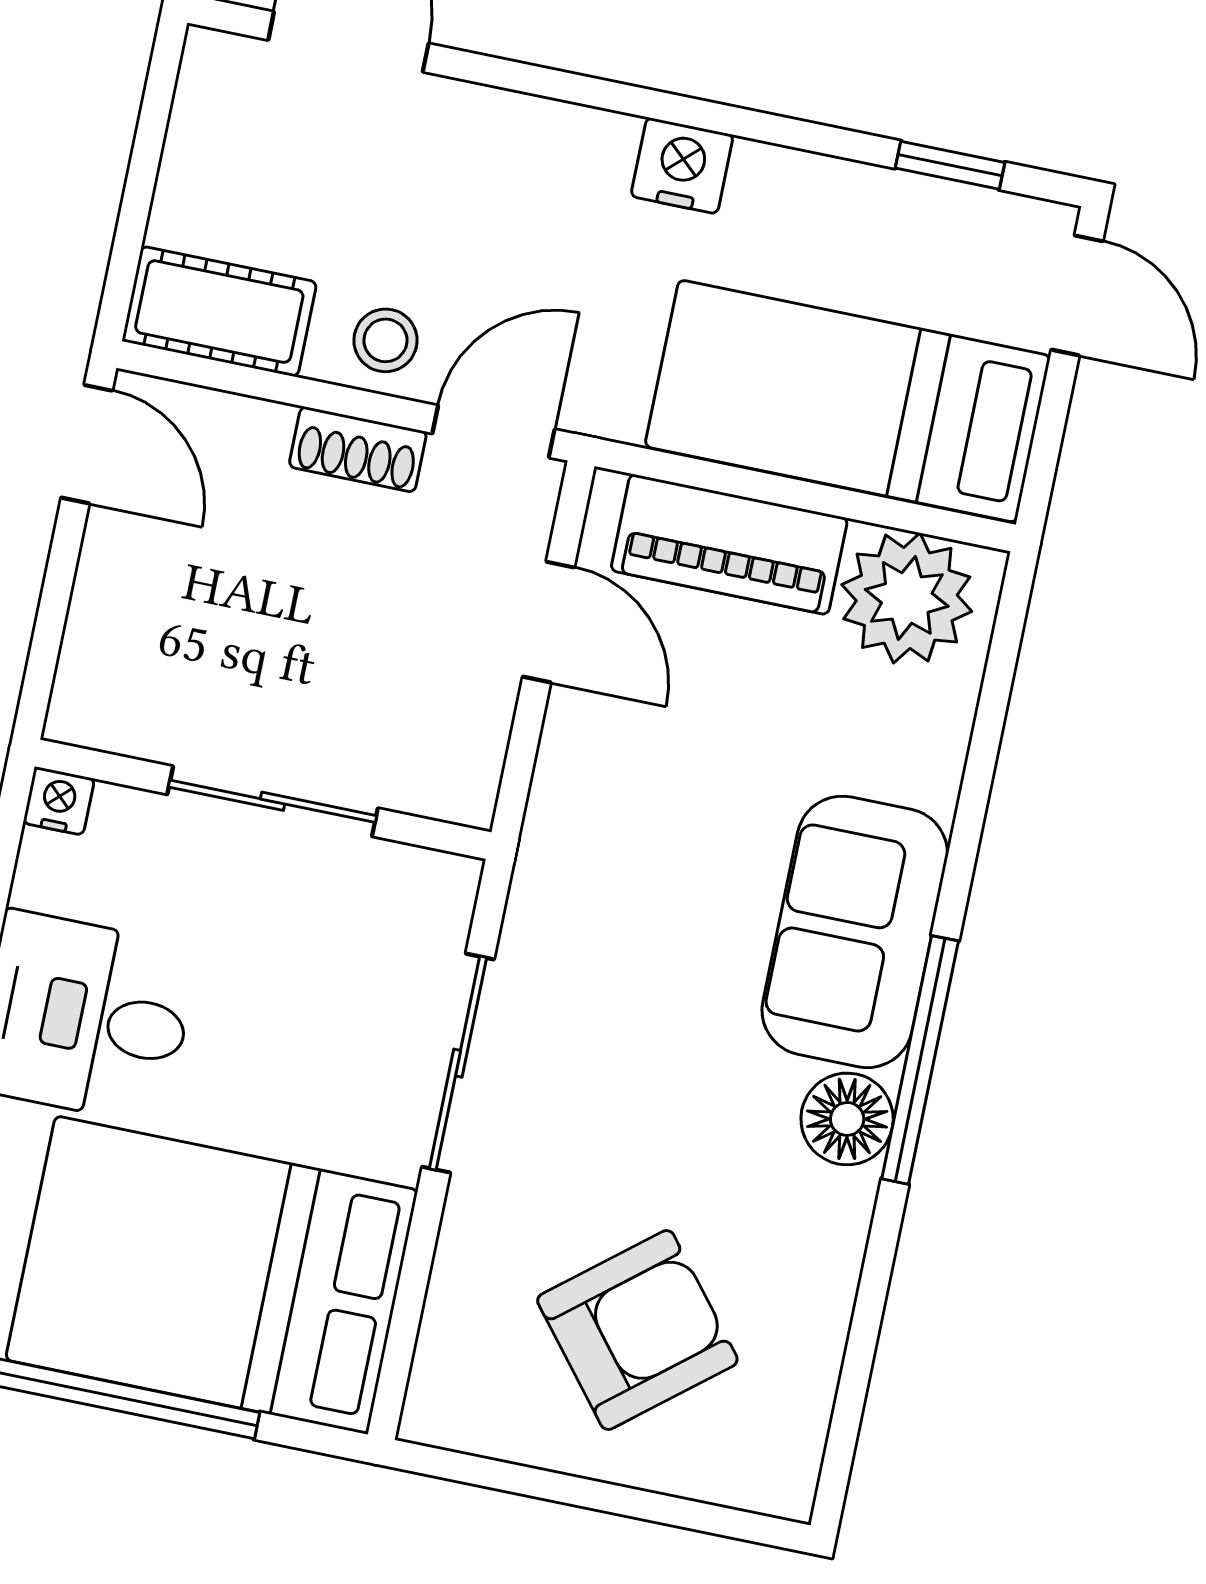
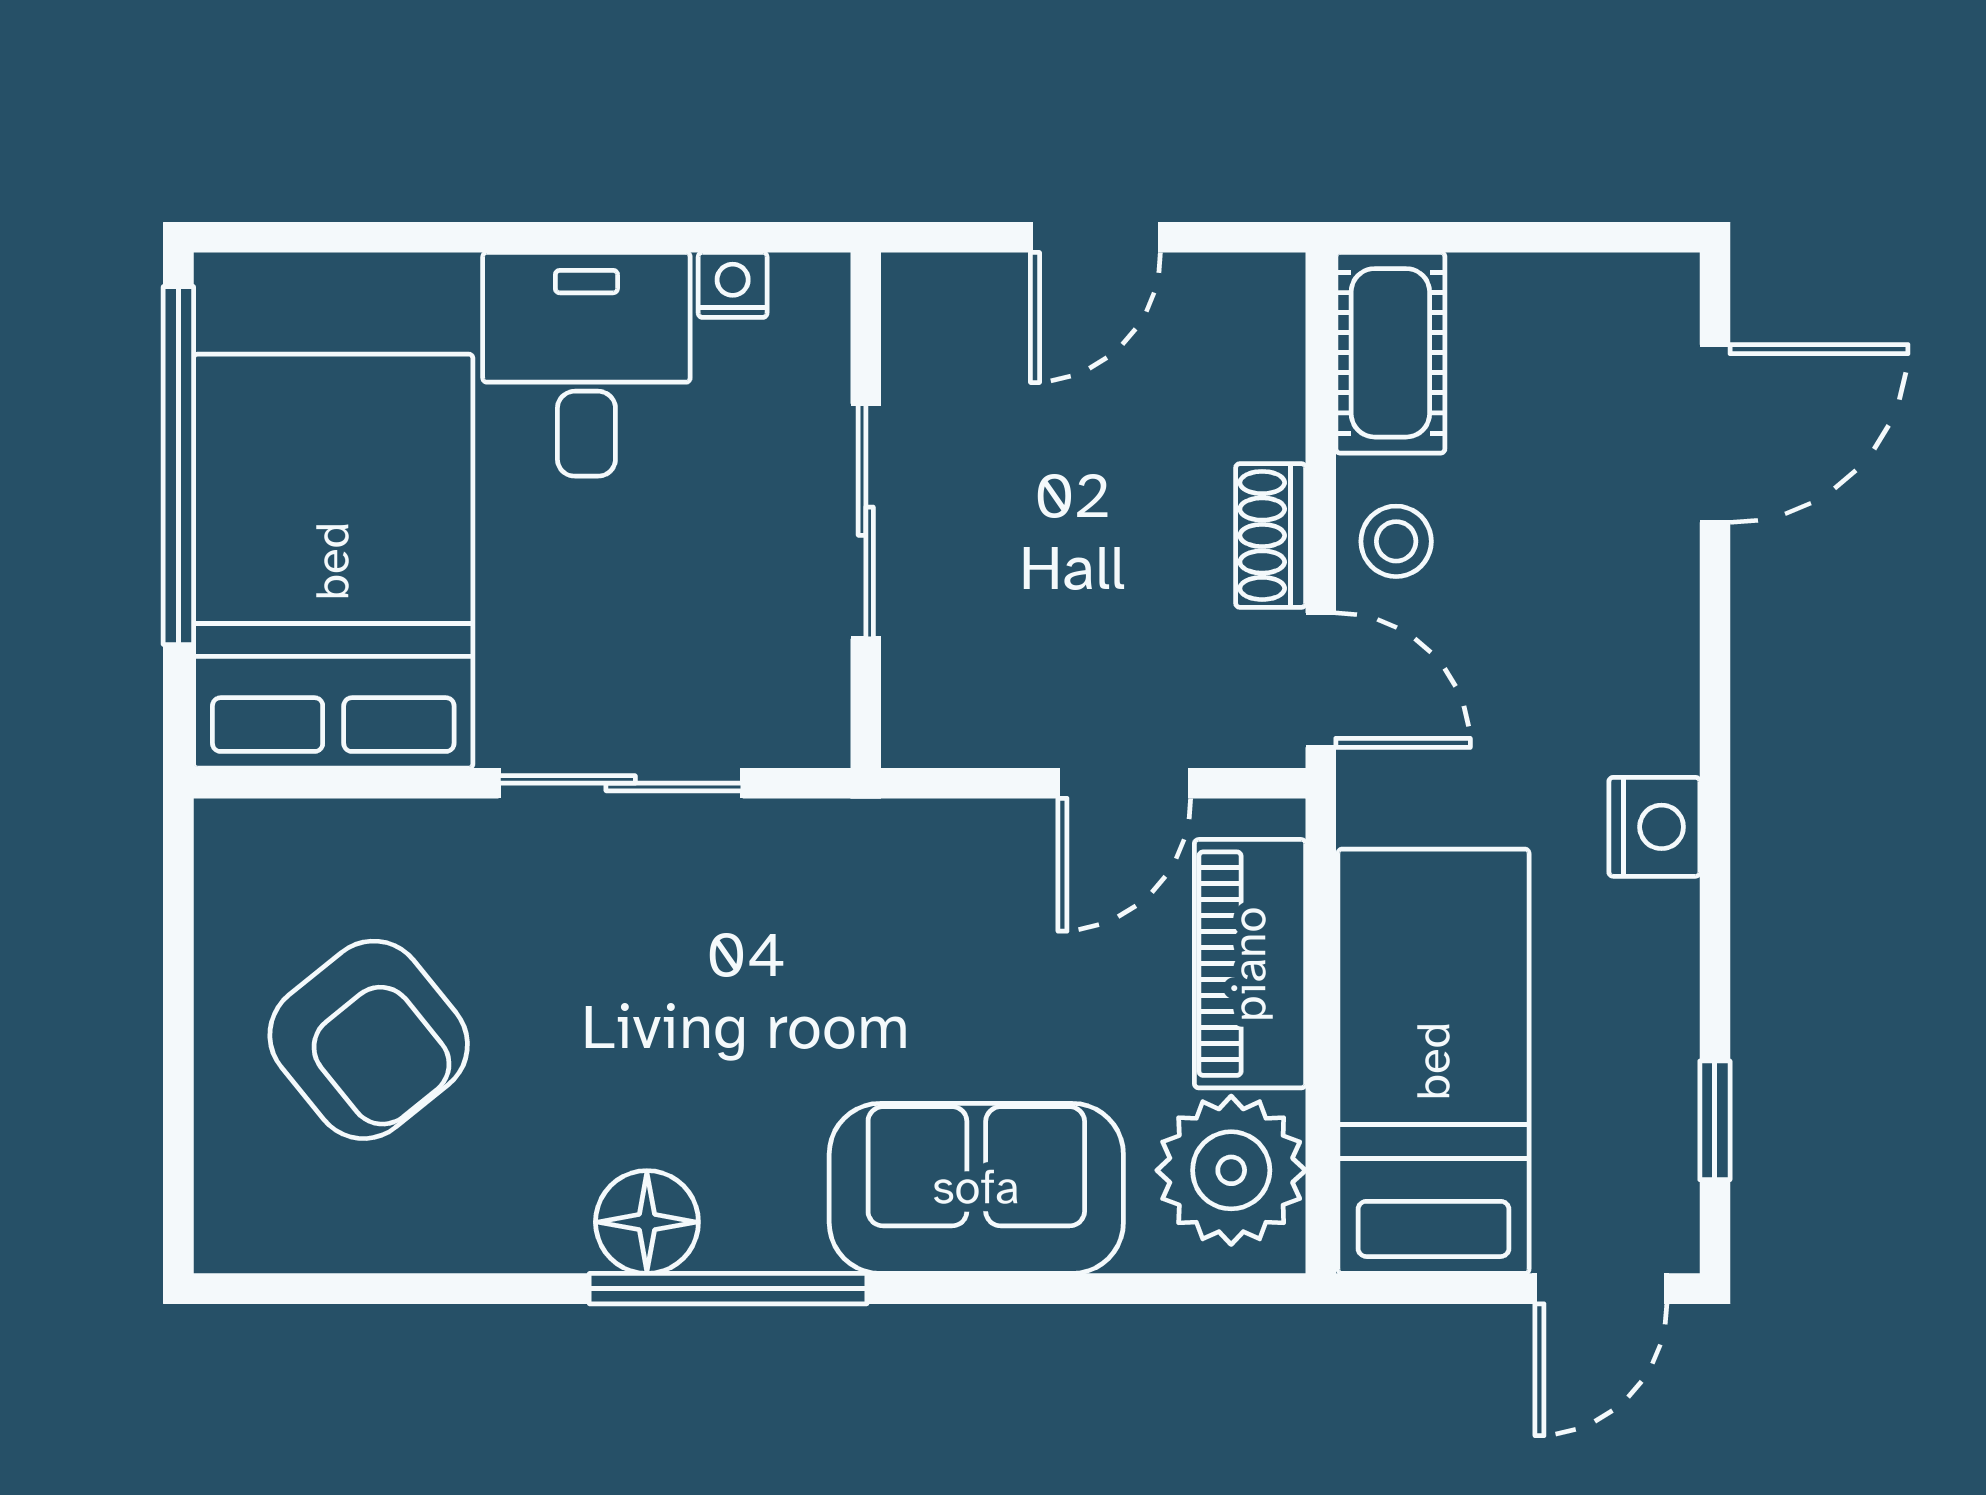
door: (87, 444) -> (1095, 237), moved
nightstand: (59, 801) -> (733, 285), moved, turned -90
sofa: (855, 932) -> (976, 1188), moved

